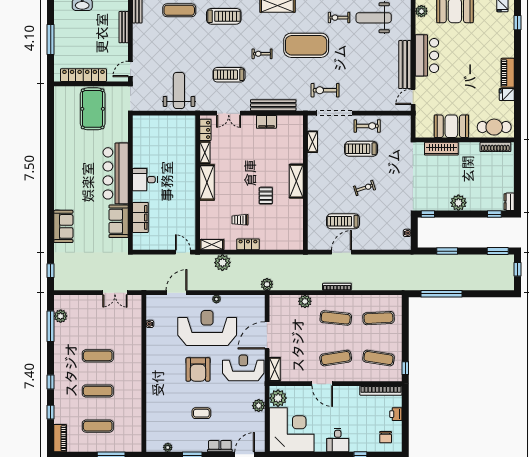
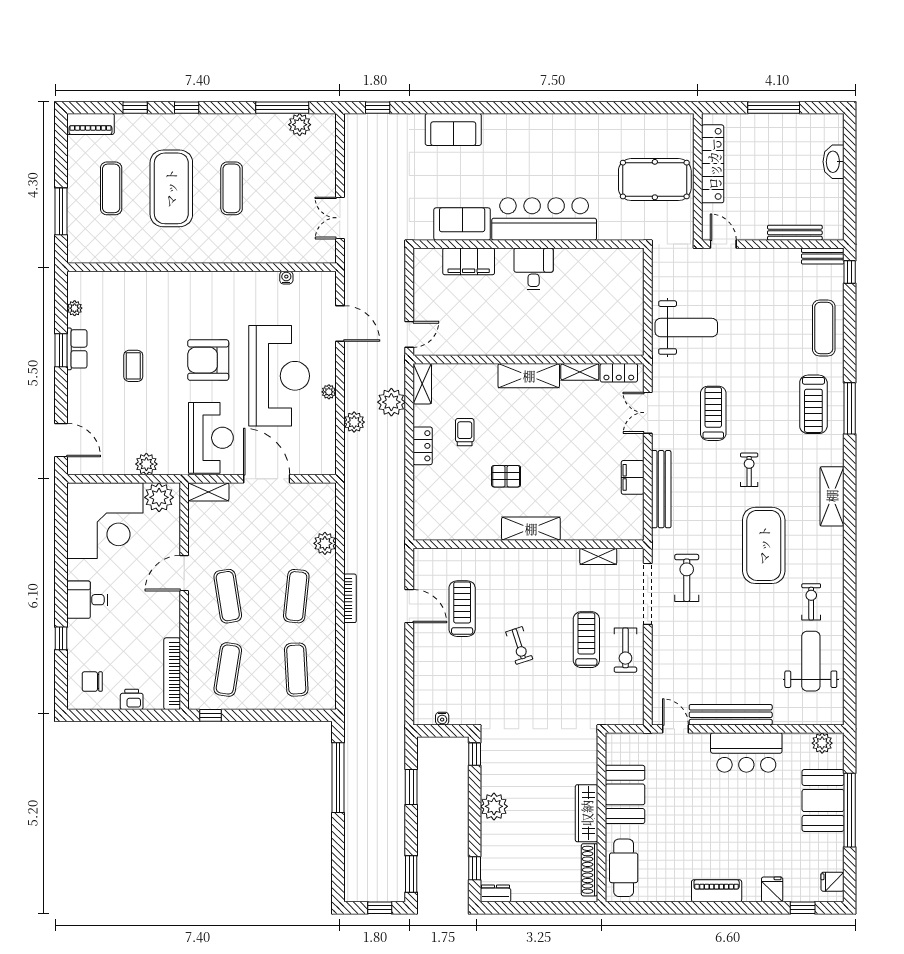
fridge: (507, 94) -> (772, 889), moved
wardrobe: (441, 149) -> (587, 813), moved
plant: (267, 284) -> (354, 422), moved
exercise mat: (98, 391) -> (171, 188), width x2.00, depth x1.45
row of seats: (220, 446) -> (77, 349), moved

